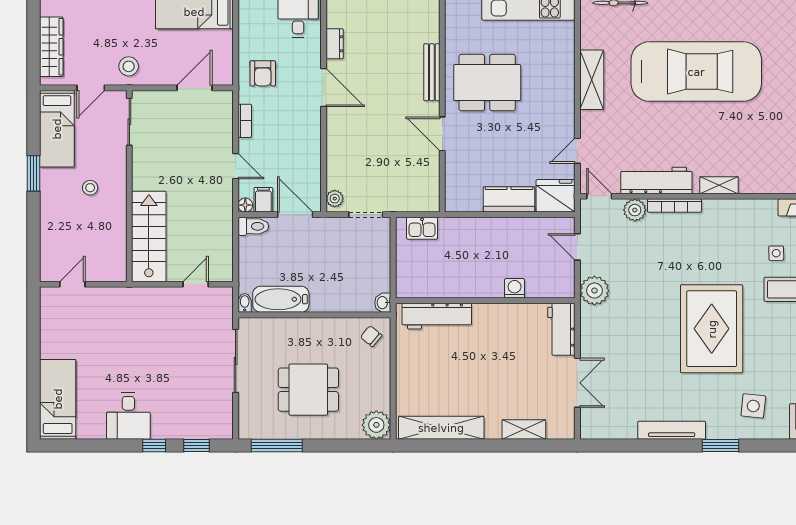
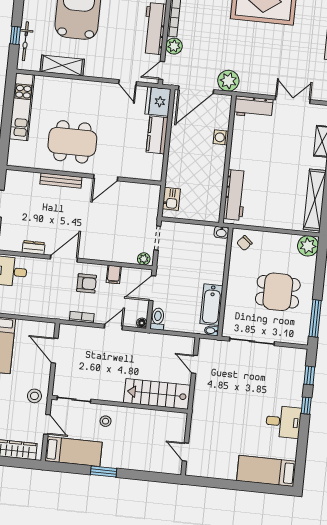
armchair: (263, 73) -> (87, 283), moved
shelving: (592, 80) -> (62, 66), moved
dining table: (487, 83) -> (72, 142), turned 90
stool: (90, 188) -> (106, 421), moved
filing cabinet: (263, 200) -> (114, 274), moved, turned -90
door: (577, 247) -> (196, 90), width x1.87
dining table: (308, 390) -> (278, 292), turned 90

